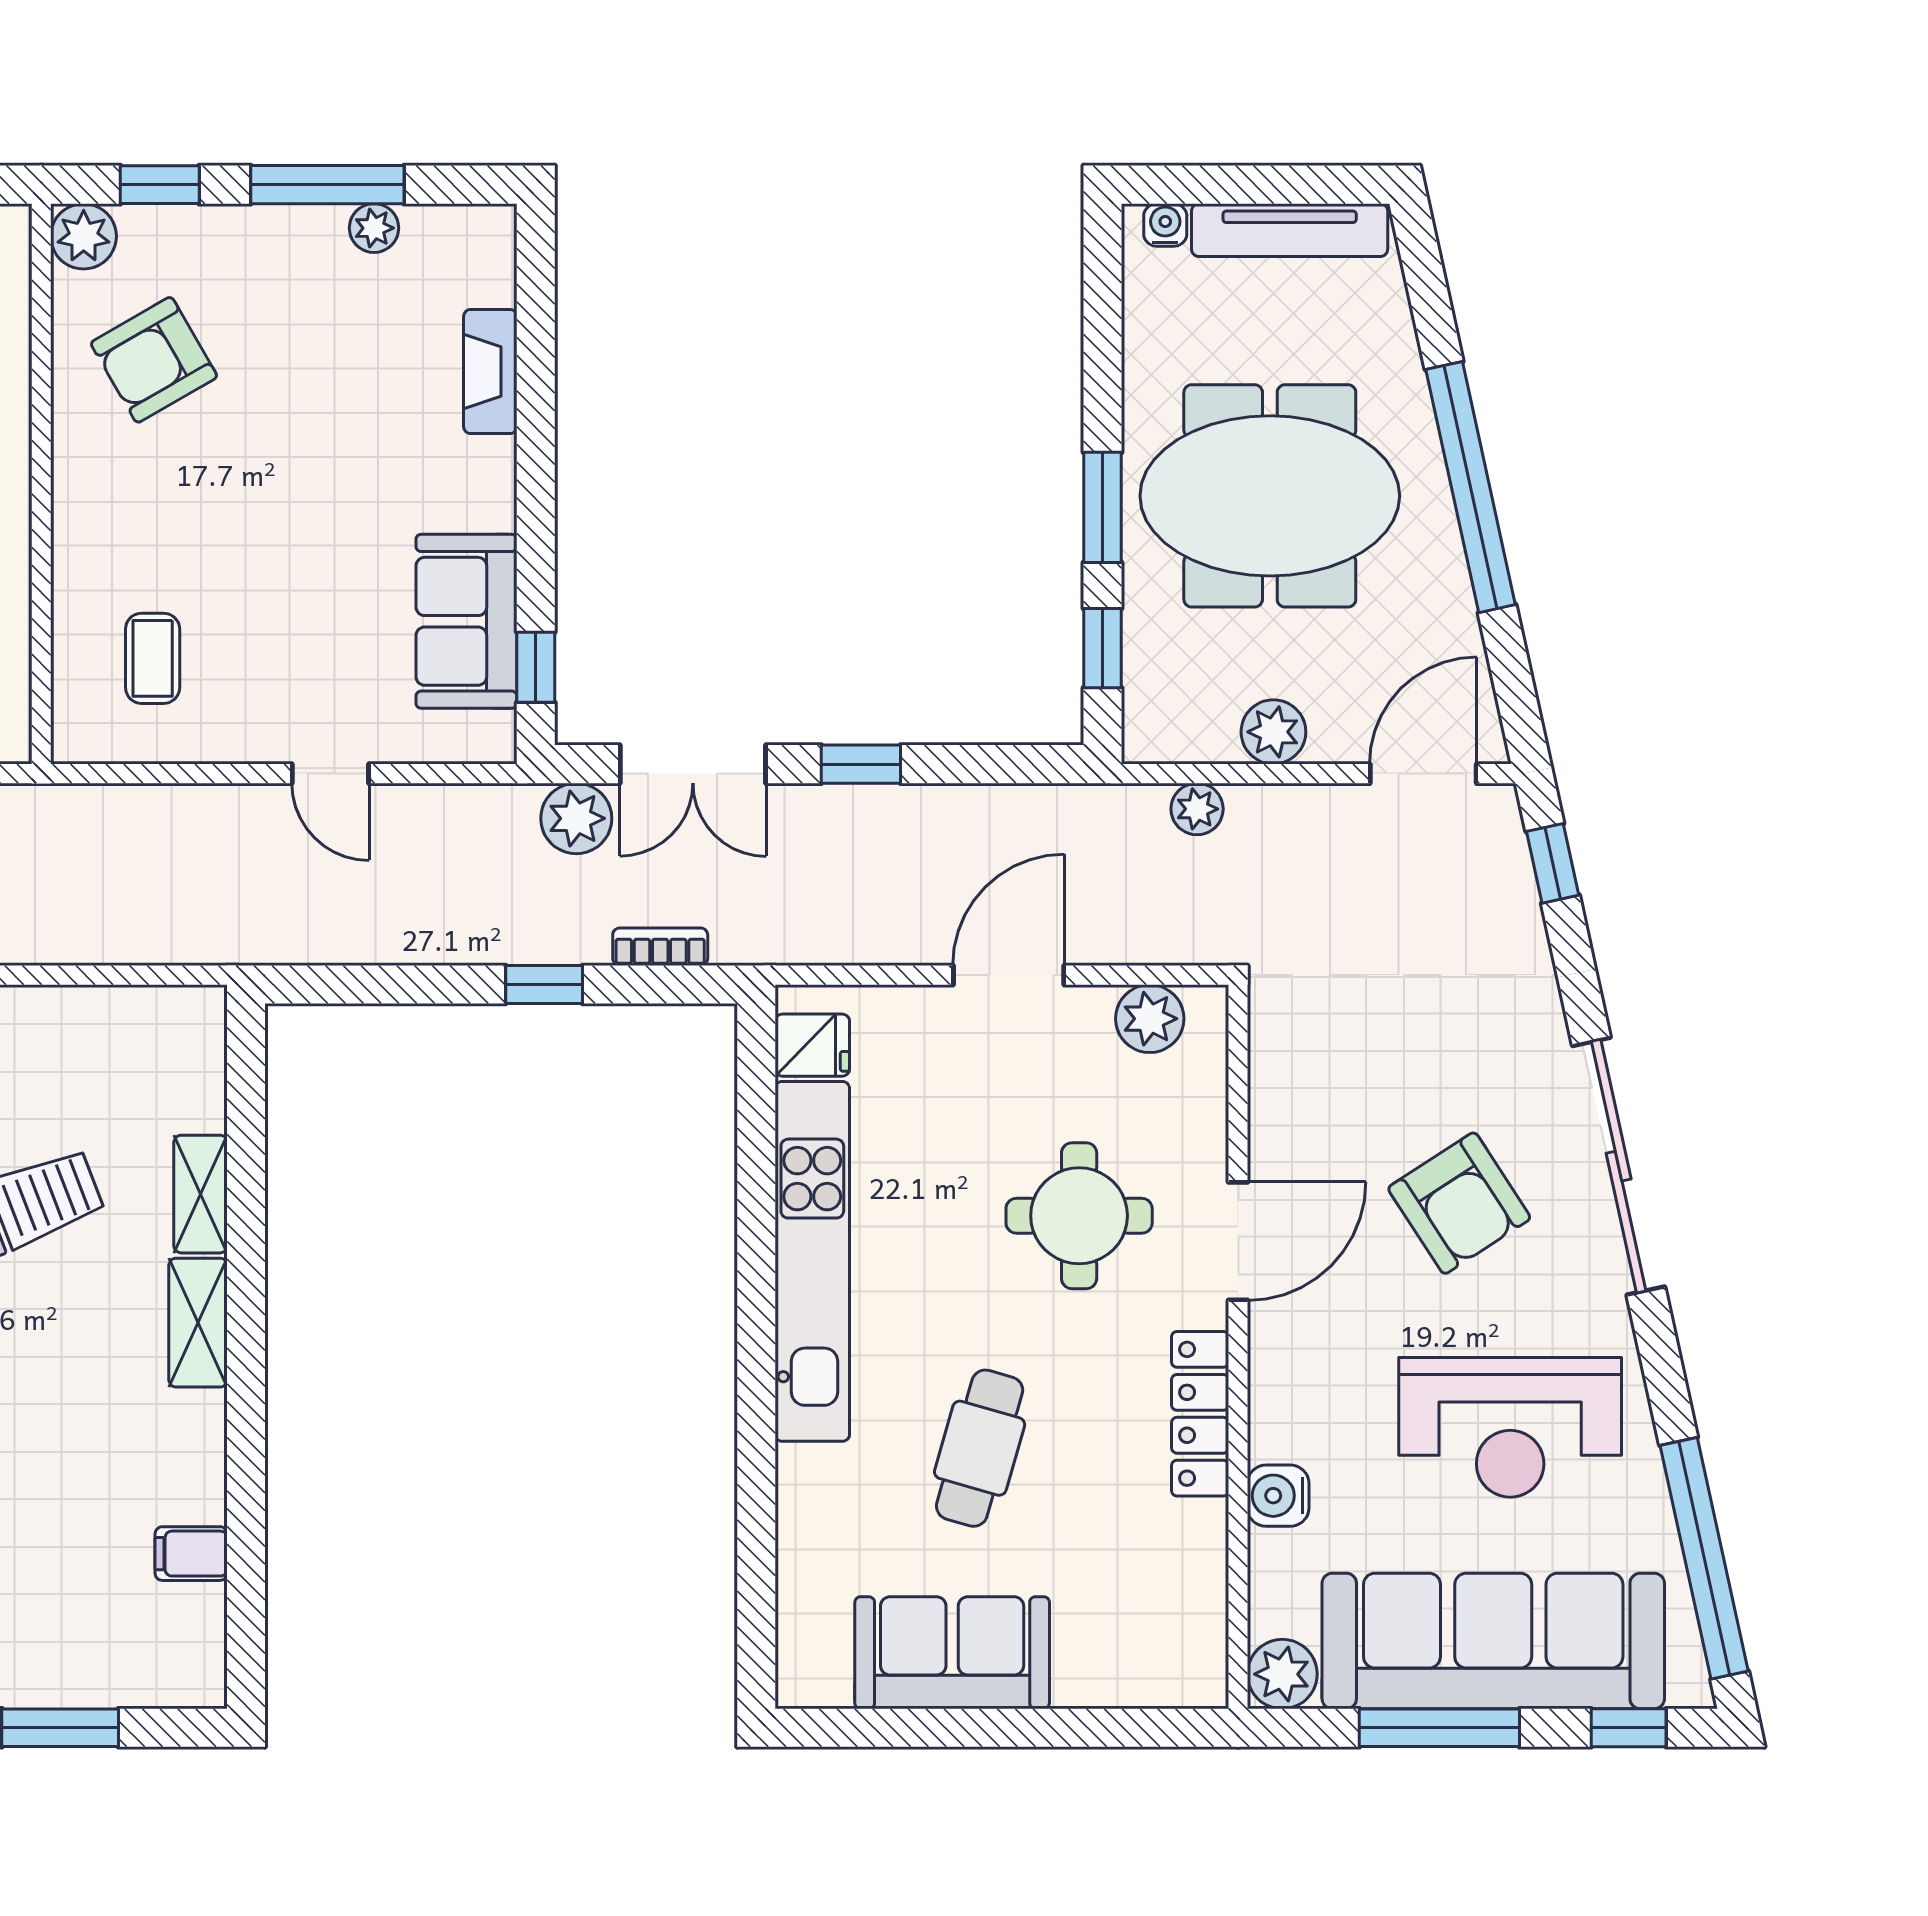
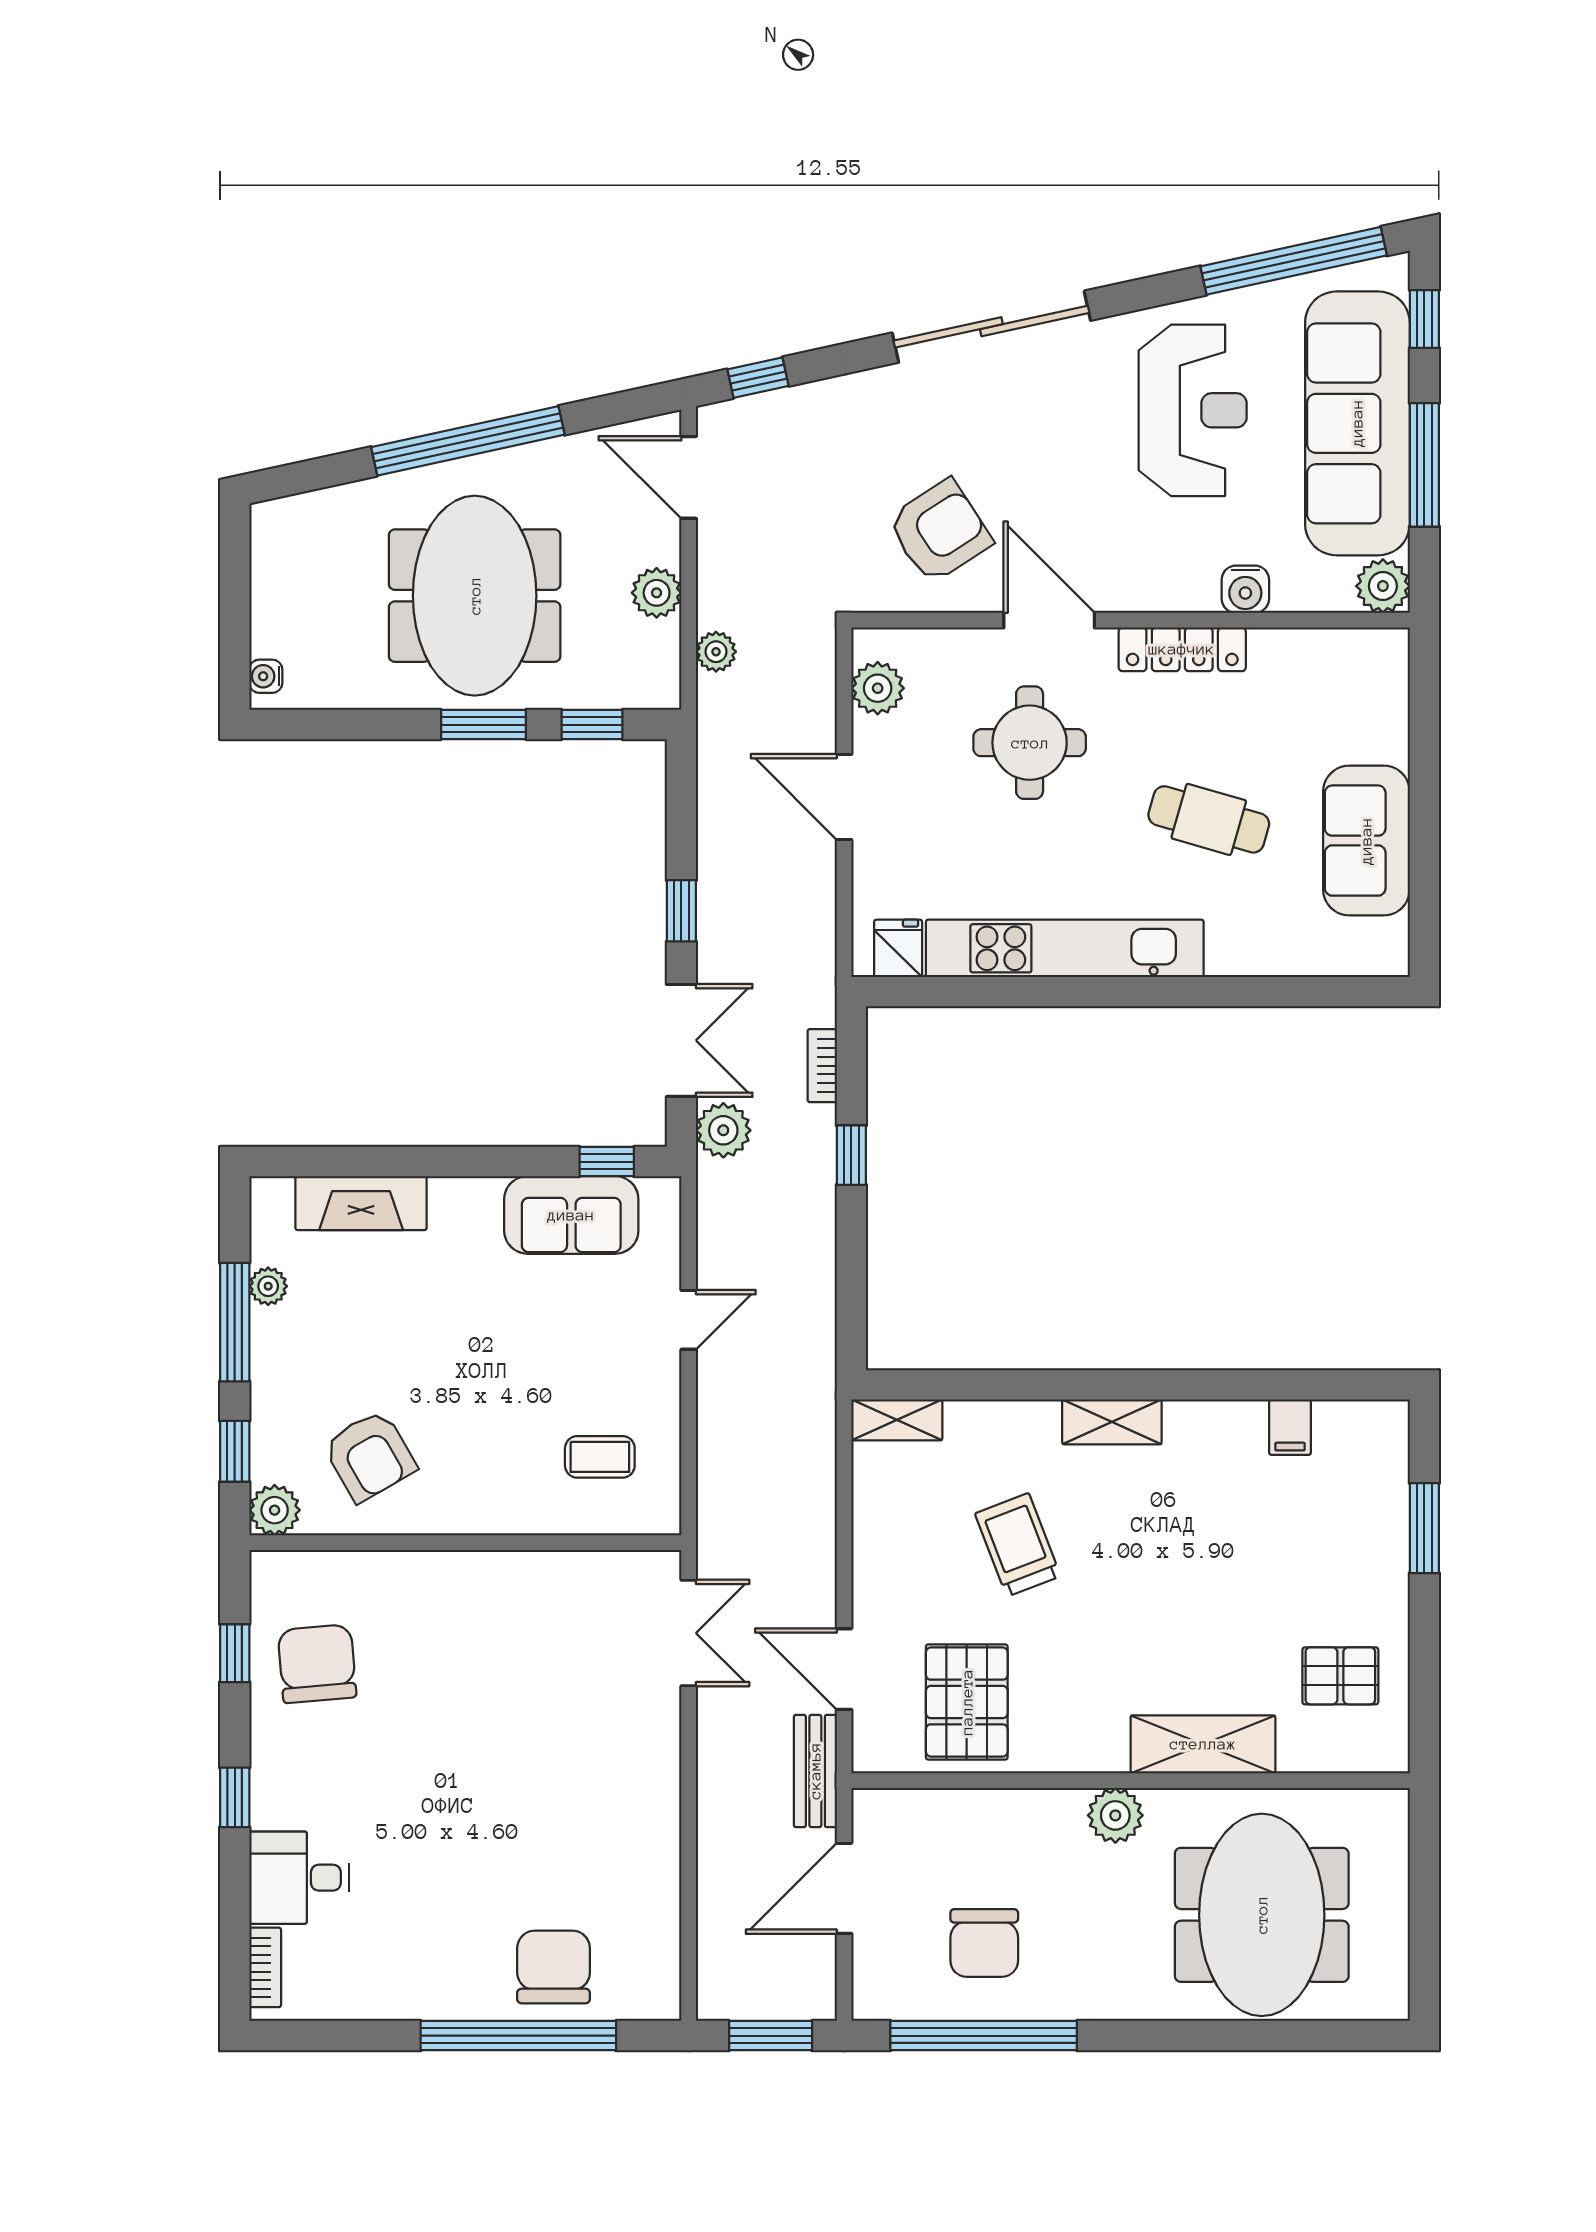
tv unit: (1290, 230) -> (270, 580), removed
fireplace: (490, 372) -> (361, 1203), width x1.37, depth x1.32
shelving: (201, 1194) -> (897, 1420), moved
armchair: (1459, 1203) -> (940, 531), moved

